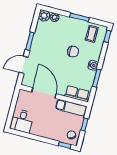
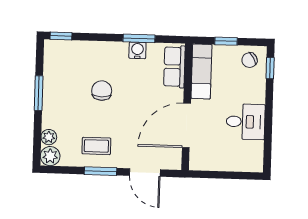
coffee table: (92, 34) -> (96, 146), moved
water cooler: (93, 65) -> (137, 50), moved
desk: (22, 121) -> (246, 122), moved

